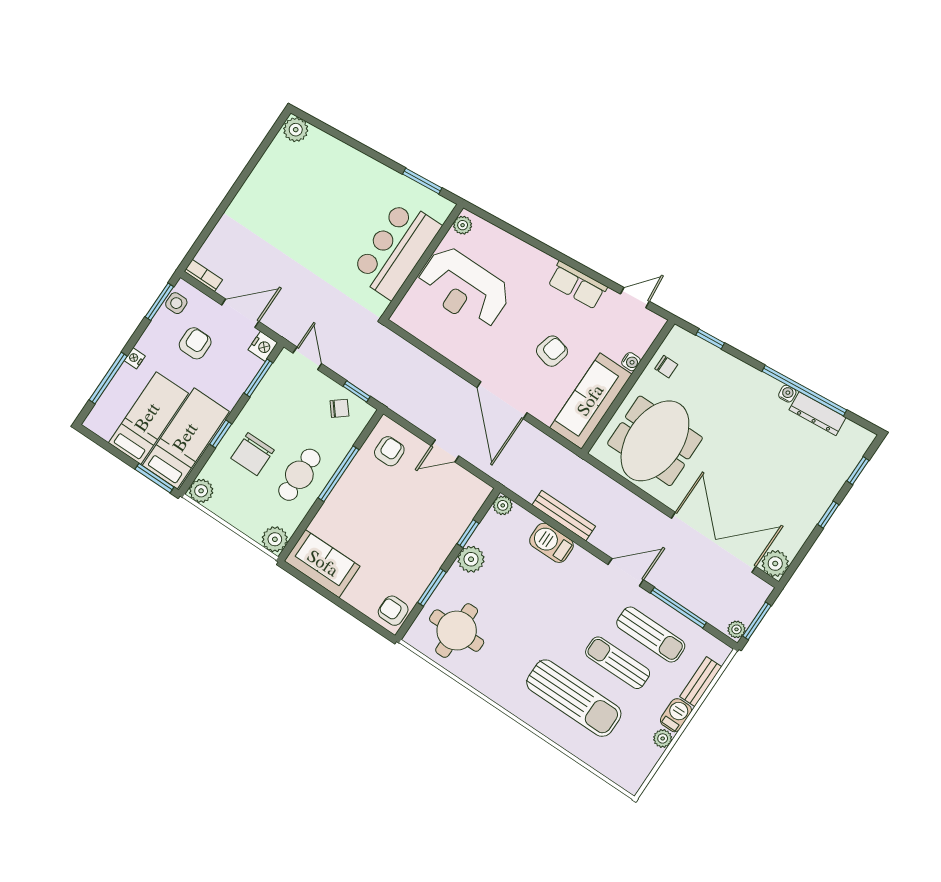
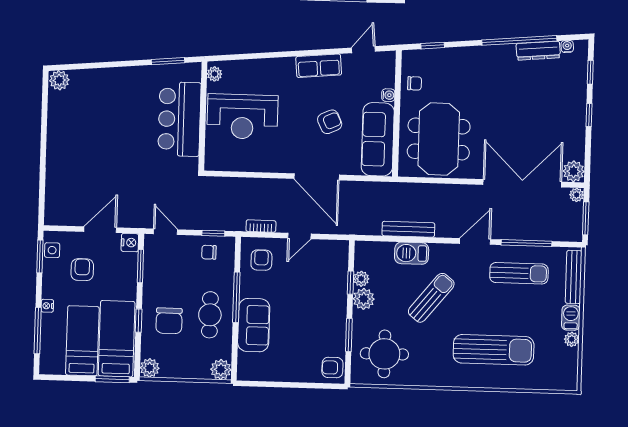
bookcase: (203, 275) -> (261, 226), moved
armchair: (552, 351) -> (330, 122), turned 51
water cooler: (787, 394) -> (567, 46), moved
chair: (339, 408) -> (209, 252), turned -141
plant: (503, 505) -> (361, 279), moved
sofa: (322, 564) -> (254, 325), moved, turned 90
plant: (736, 629) -> (577, 195), moved
sun lounger: (618, 663) -> (431, 298), moved, turned 129
bench: (701, 682) -> (574, 277), width x1.36

